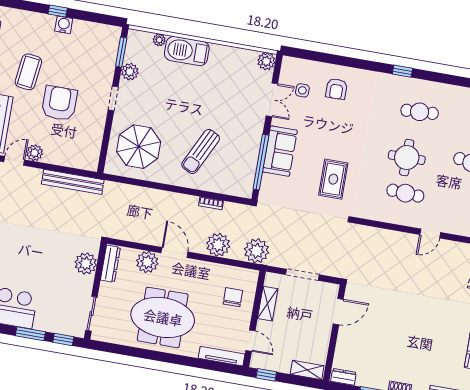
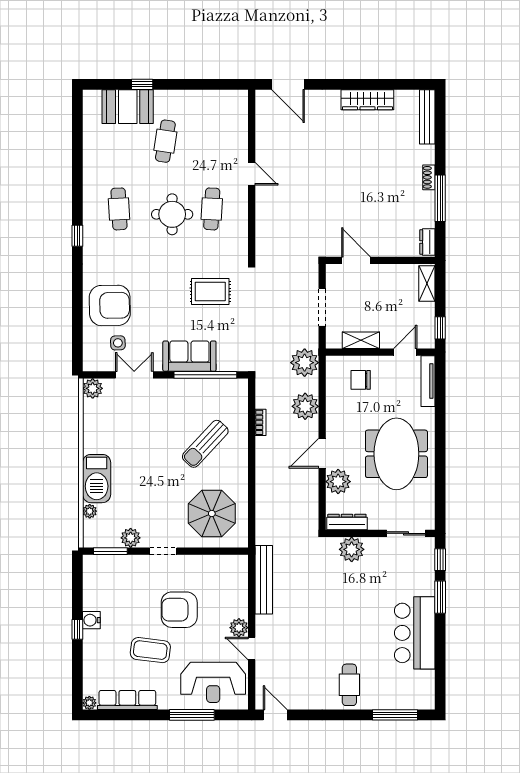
armchair: (336, 89) -> (110, 305), width x1.88, depth x1.88
sun lounger: (201, 152) -> (205, 444), turned 107

